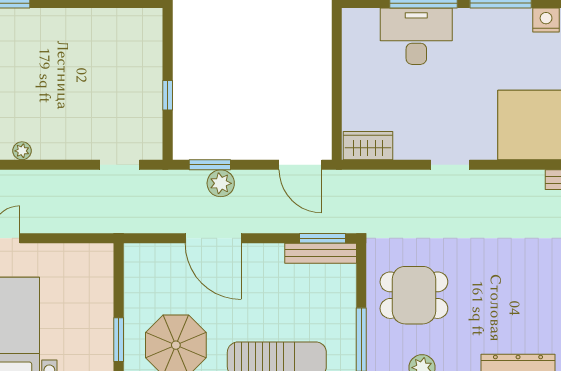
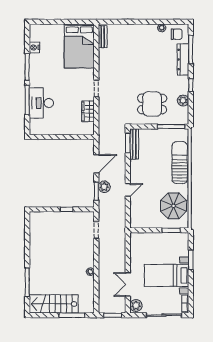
wardrobe: (368, 146) -> (88, 111), moved
door: (300, 165) -> (96, 164), moved
door: (213, 238) -> (128, 190), width x0.53
dining table: (414, 295) -> (152, 104), turned 90

